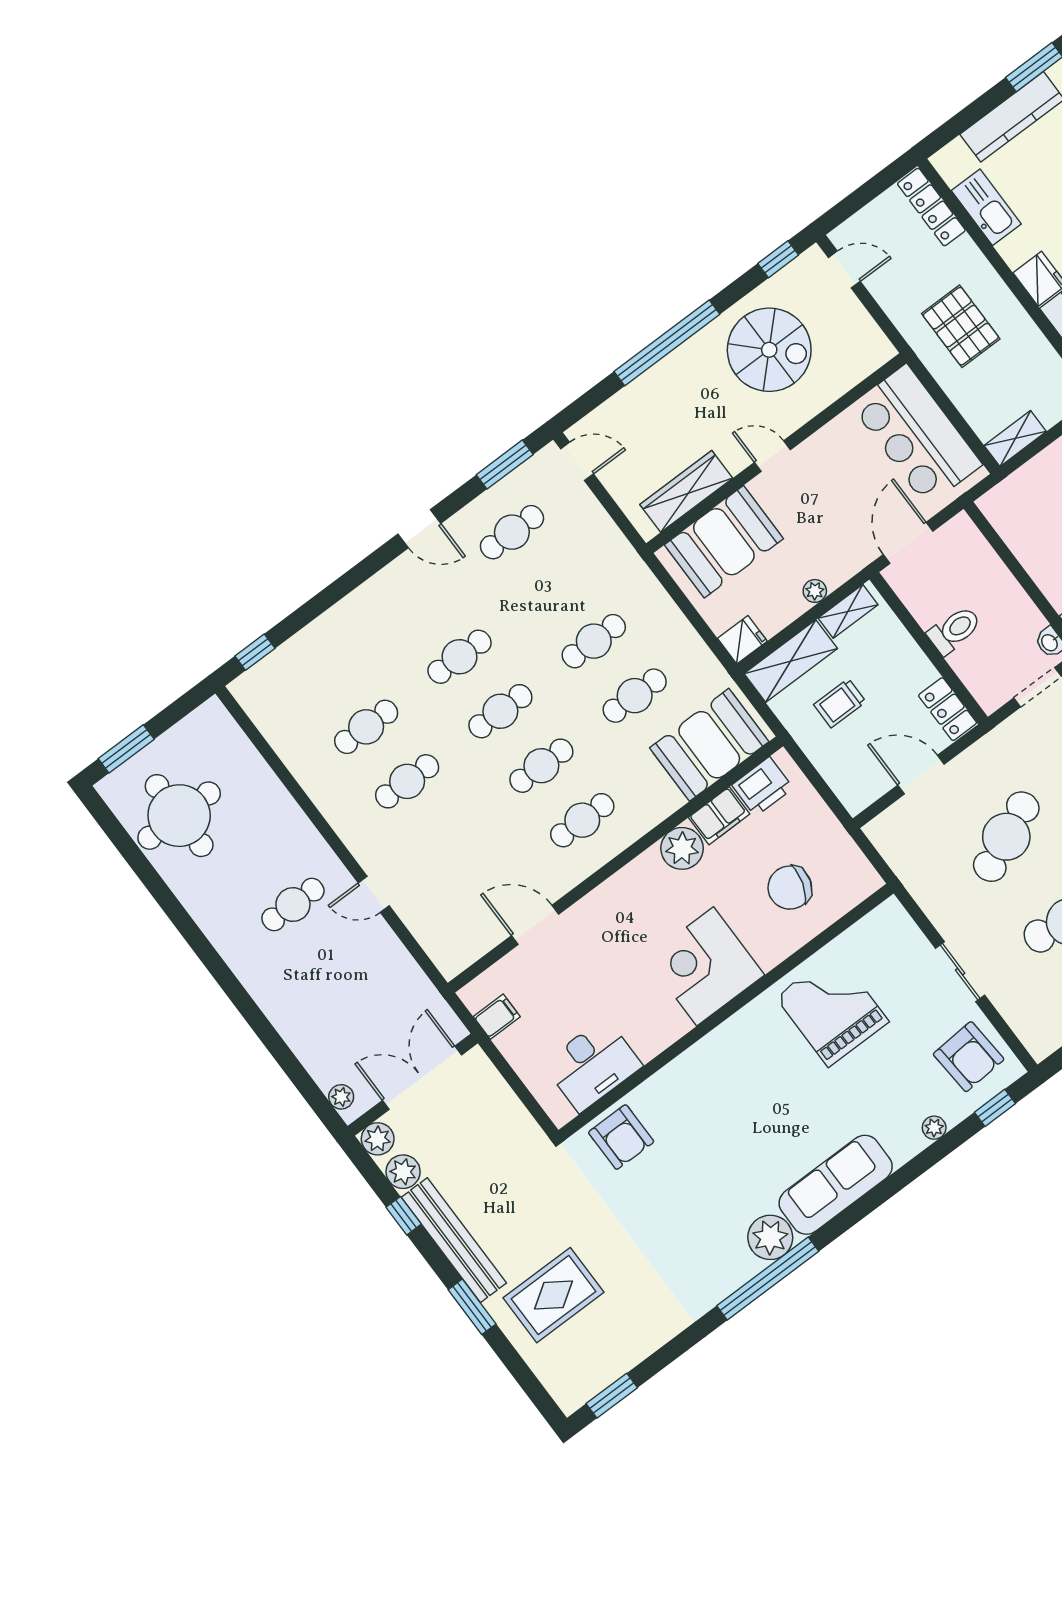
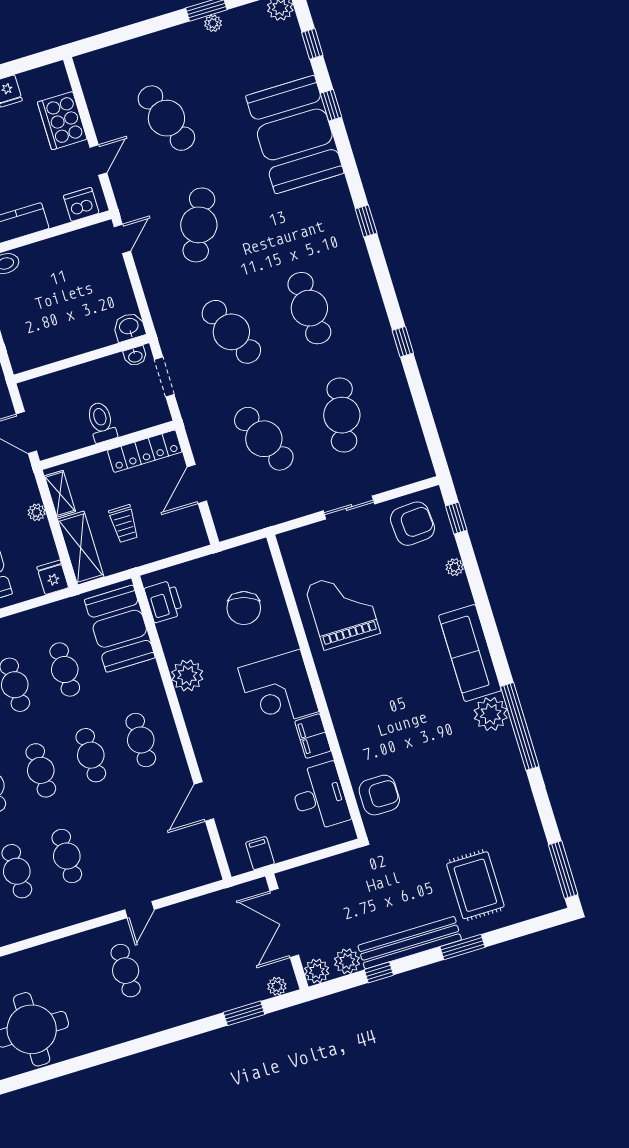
locker: (948, 709) -> (145, 451), width x1.53
filing cabinet: (719, 816) -> (313, 736), moved, turned 180
grand piano: (832, 1009) -> (342, 609), turned 90
window: (293, 1069) -> (244, 1013), added
window: (612, 1396) -> (563, 870), width x1.44

